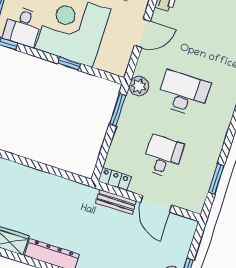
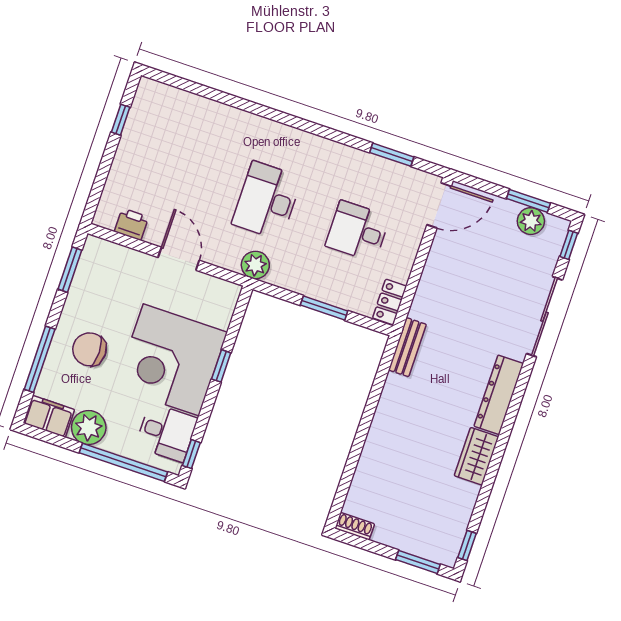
window: (118, 110) -> (324, 308), moved
bench: (116, 202) -> (407, 347), moved
door: (156, 204) -> (439, 205), moved

